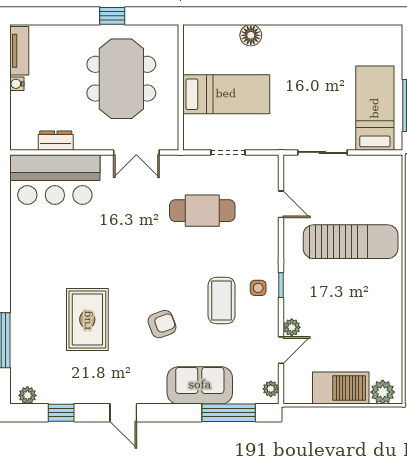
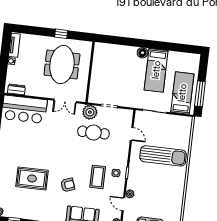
floor lamp: (251, 35) -> (142, 53), moved
bed: (226, 94) -> (156, 70), moved, turned 90
dresser: (56, 141) -> (16, 89), moved
plant: (190, 170) -> (90, 112), added
rug: (87, 320) -> (32, 179), turned 90
door: (281, 350) -> (123, 204), swing flipped

